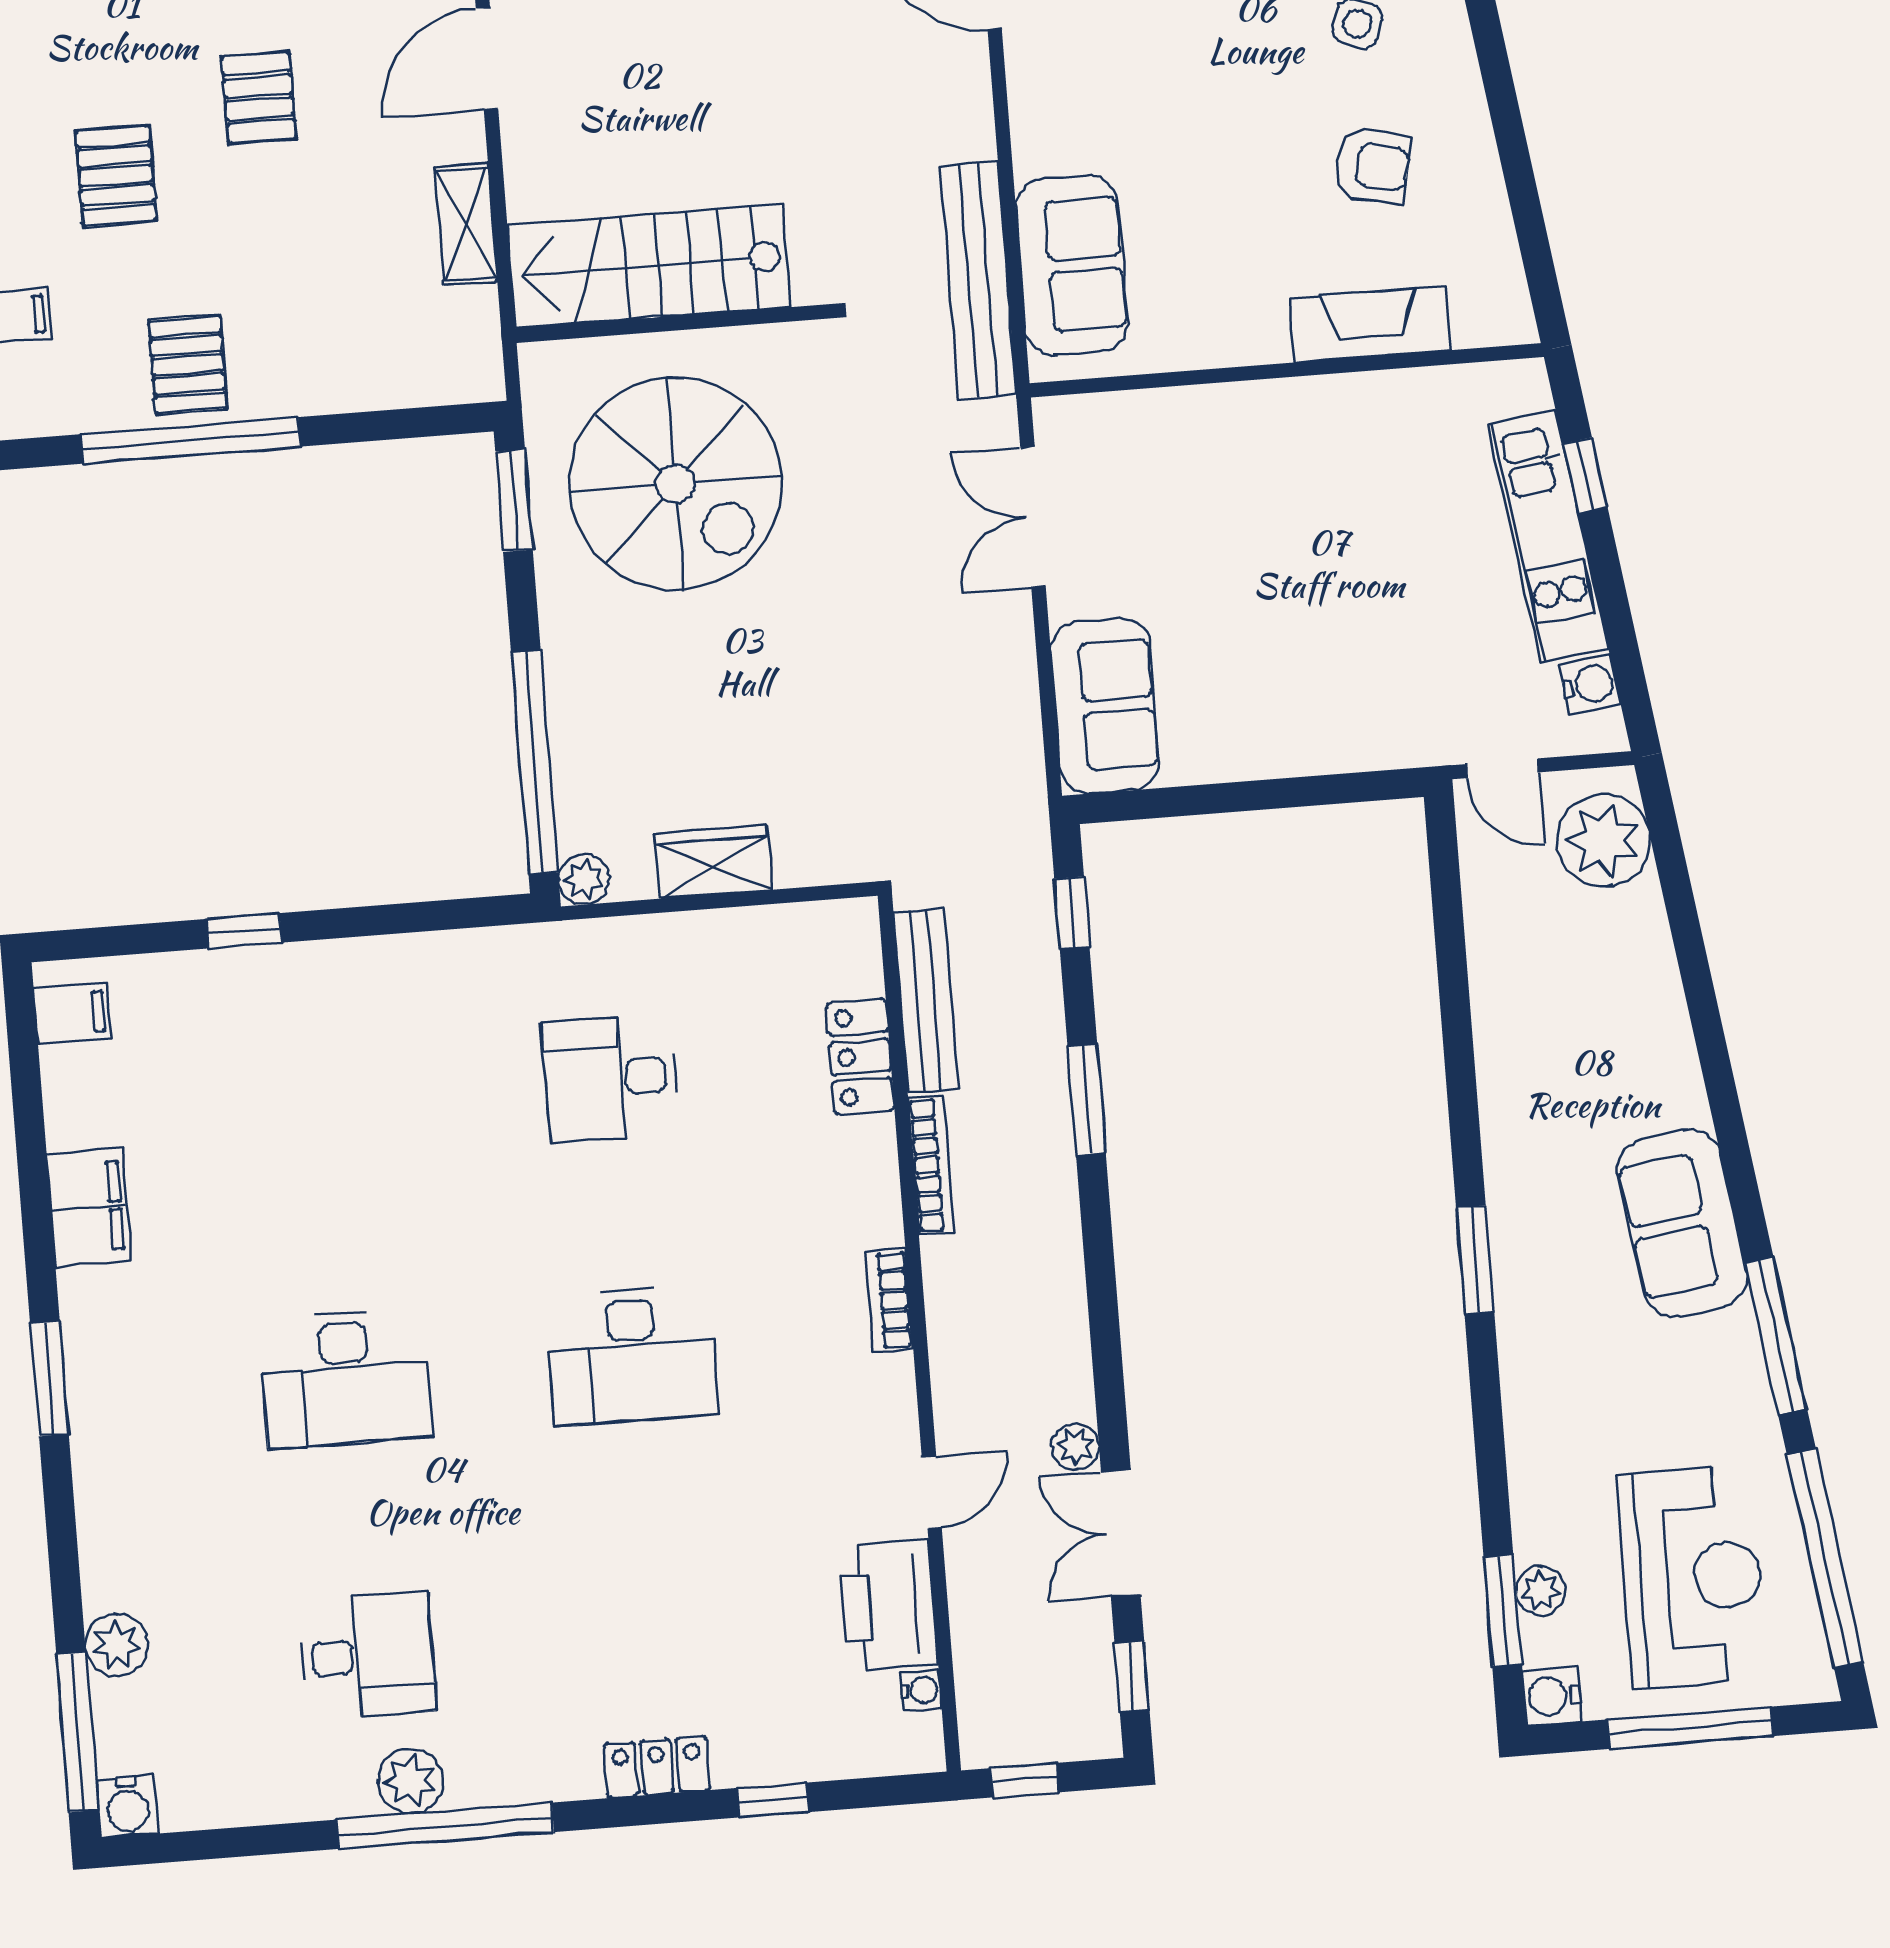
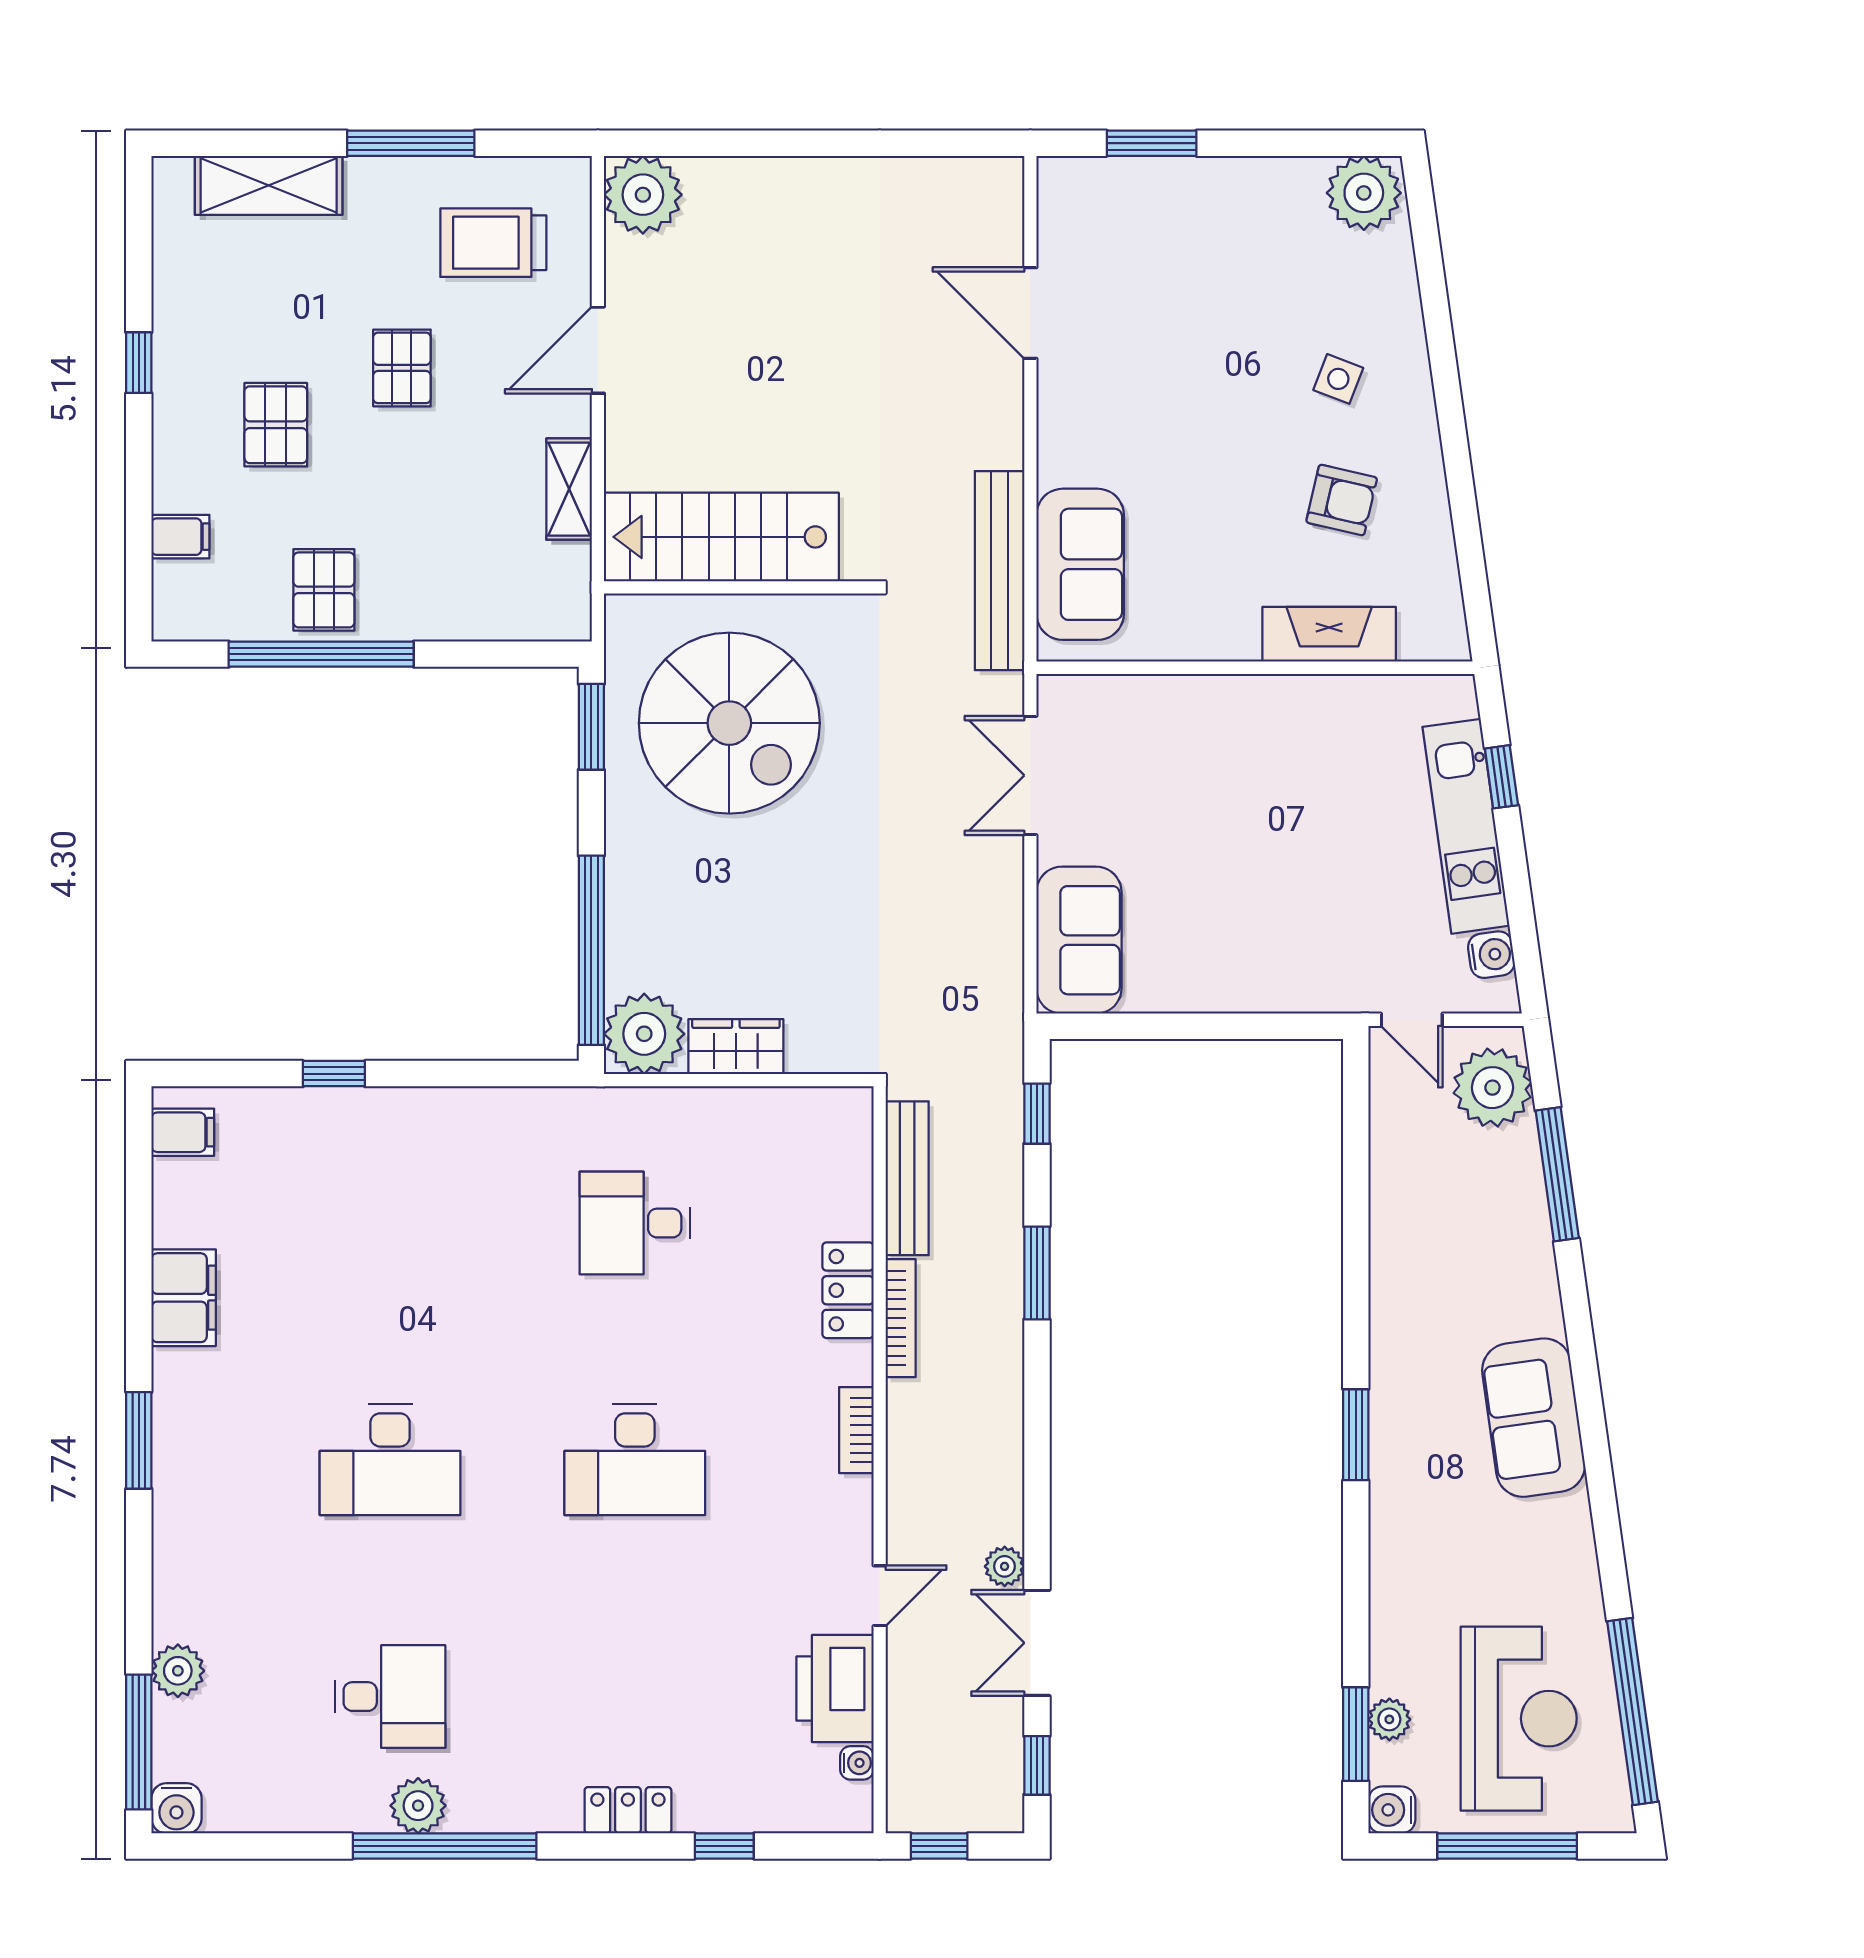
plant: (584, 879) -> (644, 1034), width x1.88, depth x1.88
locker: (860, 1057) -> (848, 1290), moved
window: (1776, 1336) -> (1557, 1174), moved

